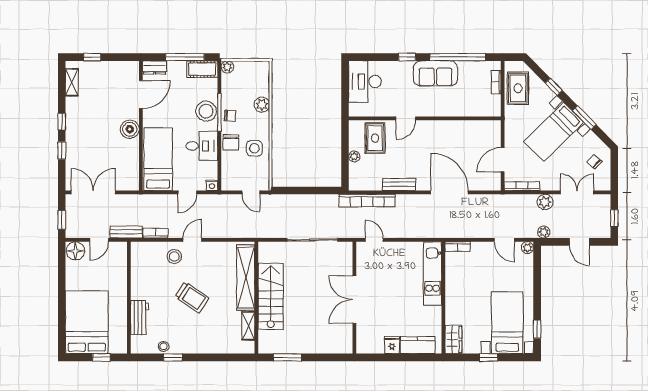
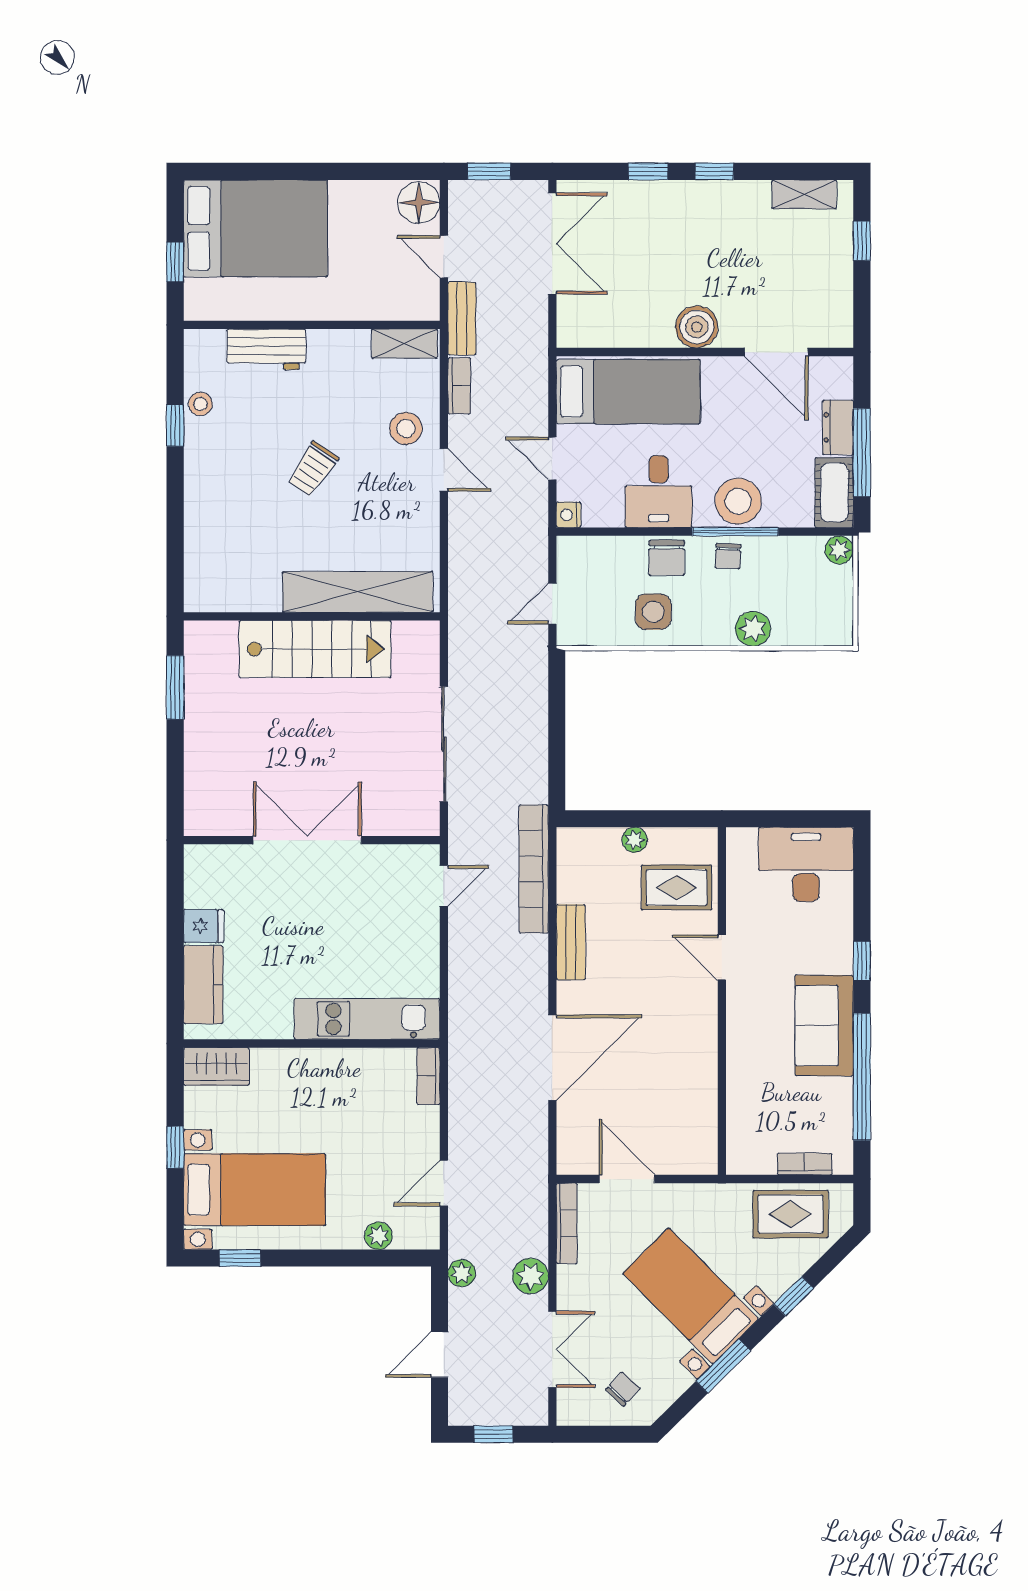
dresser: (155, 67) -> (838, 427), moved
chair: (231, 142) -> (667, 558), turned -90
plant: (527, 248) -> (378, 1236), moved
trolley: (192, 297) -> (313, 469), width x0.73, depth x0.72
shelving: (248, 326) -> (404, 344), moved

